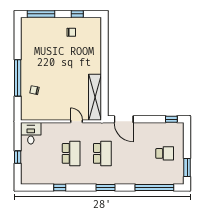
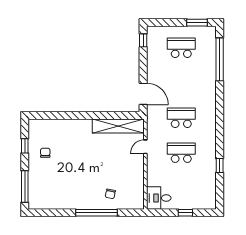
door: (124, 119) -> (143, 94), hinge flipped
school desk: (165, 153) -> (181, 48), width x1.85
window: (105, 188) -> (220, 114), removed

